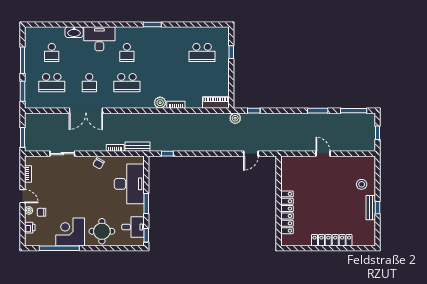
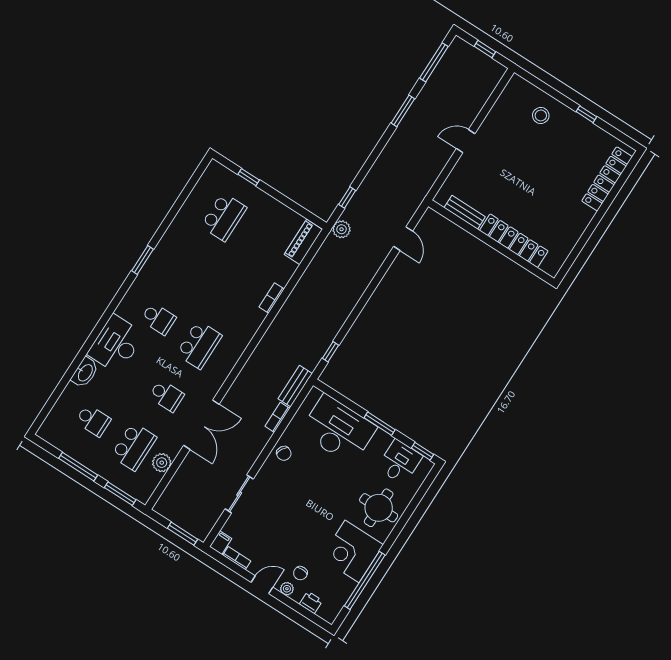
plant: (160, 103) -> (162, 463), moved
filing cabinet: (31, 160) -> (221, 543), added
bench: (371, 208) -> (465, 212), moved
locker: (332, 240) -> (607, 179), moved

